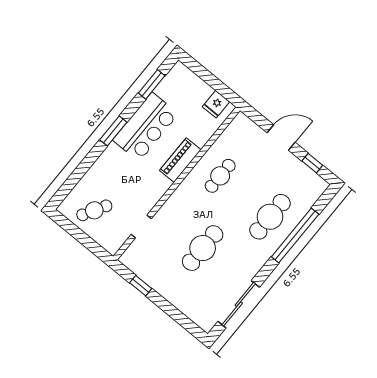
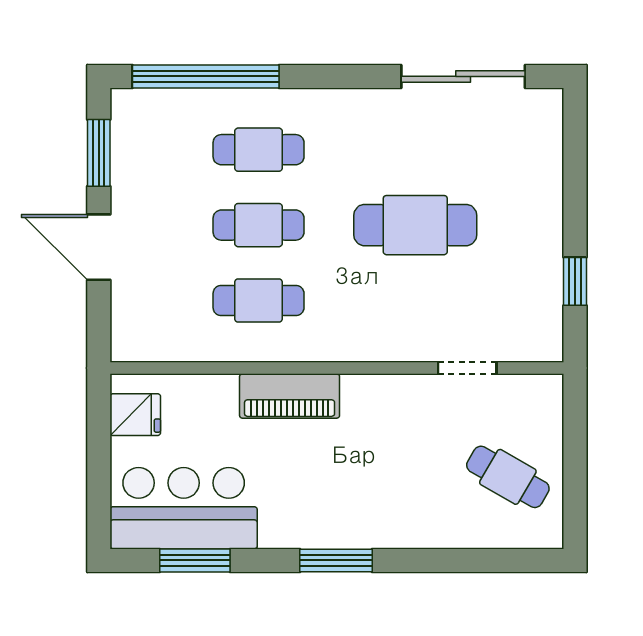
bar counter: (146, 127) -> (184, 508), moved
window: (312, 163) -> (99, 153), width x1.50
cafe table: (245, 196) -> (259, 225), added
cafe table: (270, 217) -> (259, 150), width x0.73, depth x0.74
window: (295, 236) -> (206, 76), moved

